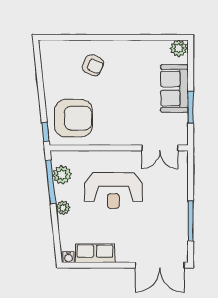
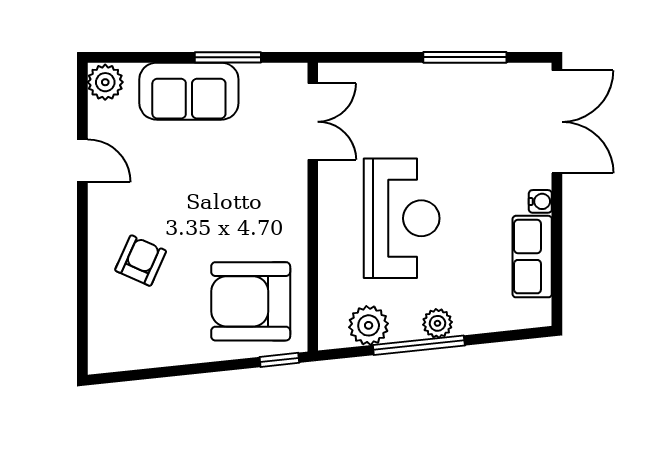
door: (141, 37) -> (82, 161), added
armchair: (73, 118) -> (251, 301), turned -90
window: (51, 182) -> (419, 345), moved
water cooler: (69, 257) -> (540, 201), moved

